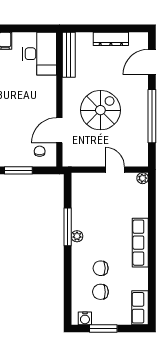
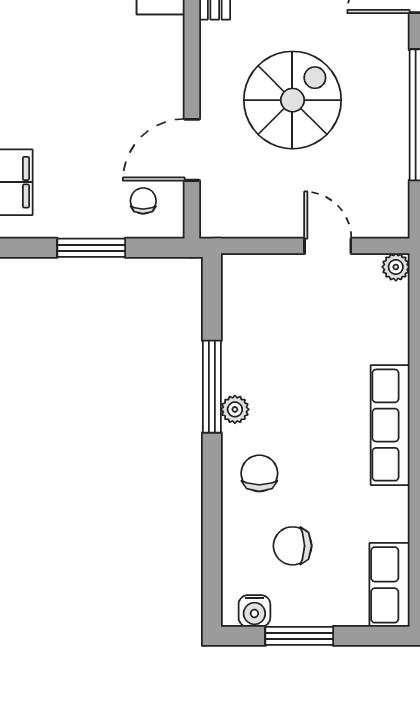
chair: (101, 268) -> (259, 473), moved, turned 90

